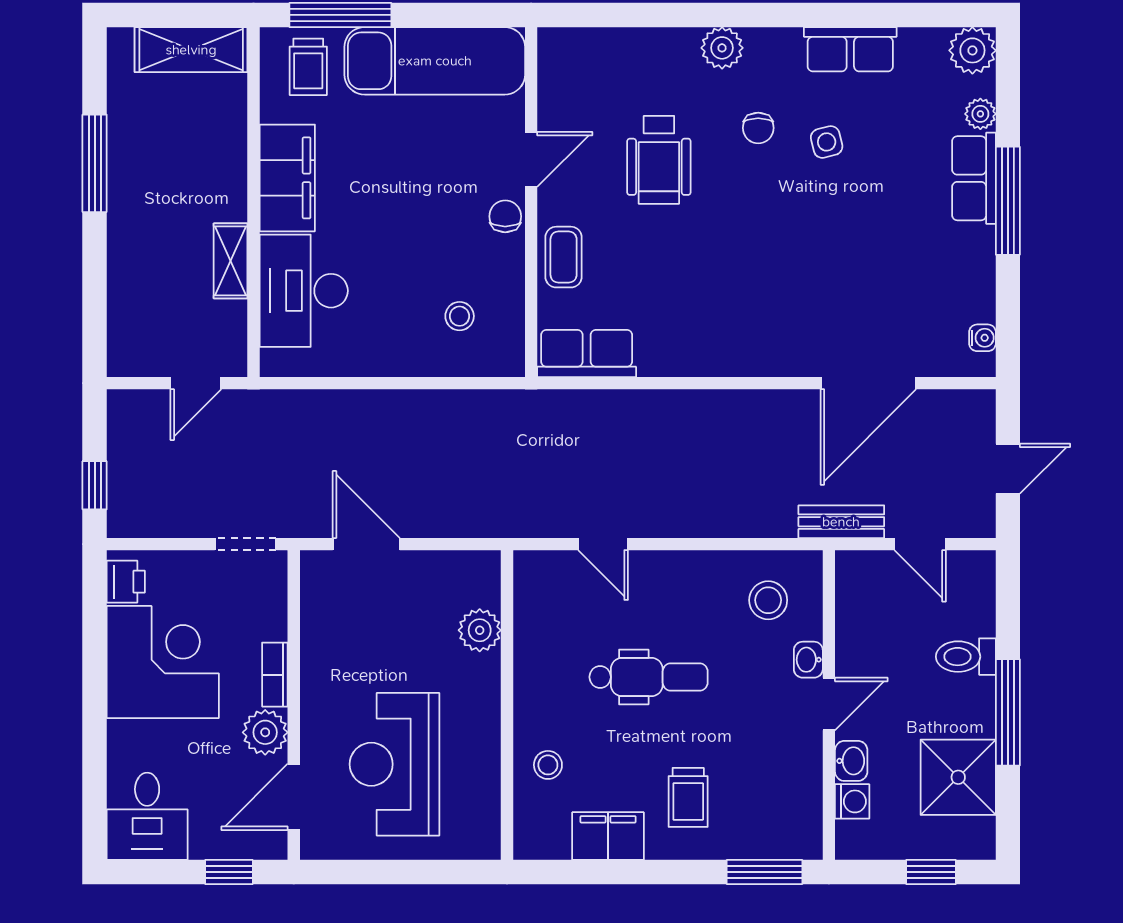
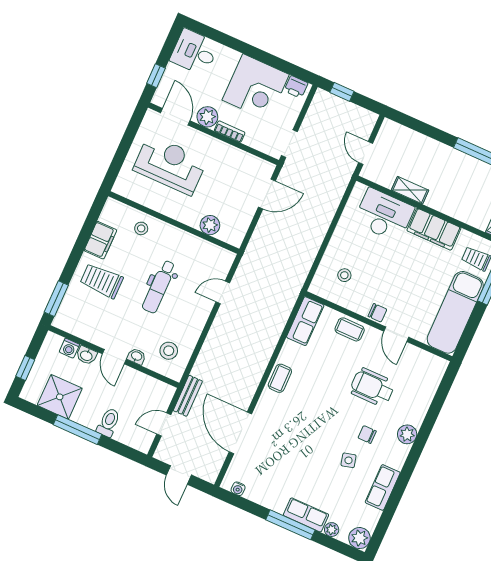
coffee table: (724, 353) -> (280, 378), added
trolley: (688, 797) -> (102, 281), width x1.36, depth x1.39

